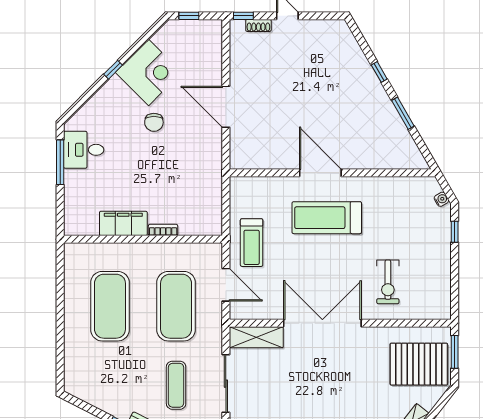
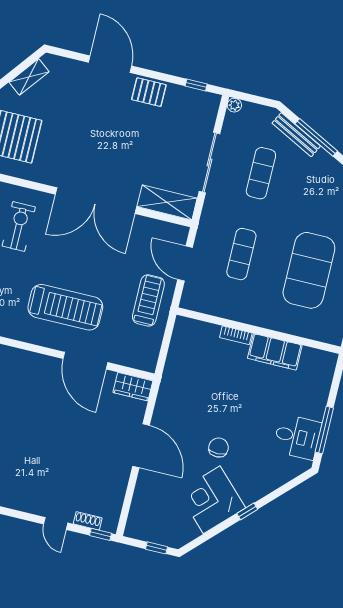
wardrobe: (247, 159) -> (133, 387), added
door: (320, 173) -> (85, 361), moved
exercise mat: (176, 306) -> (241, 254), width x0.50, depth x0.69

